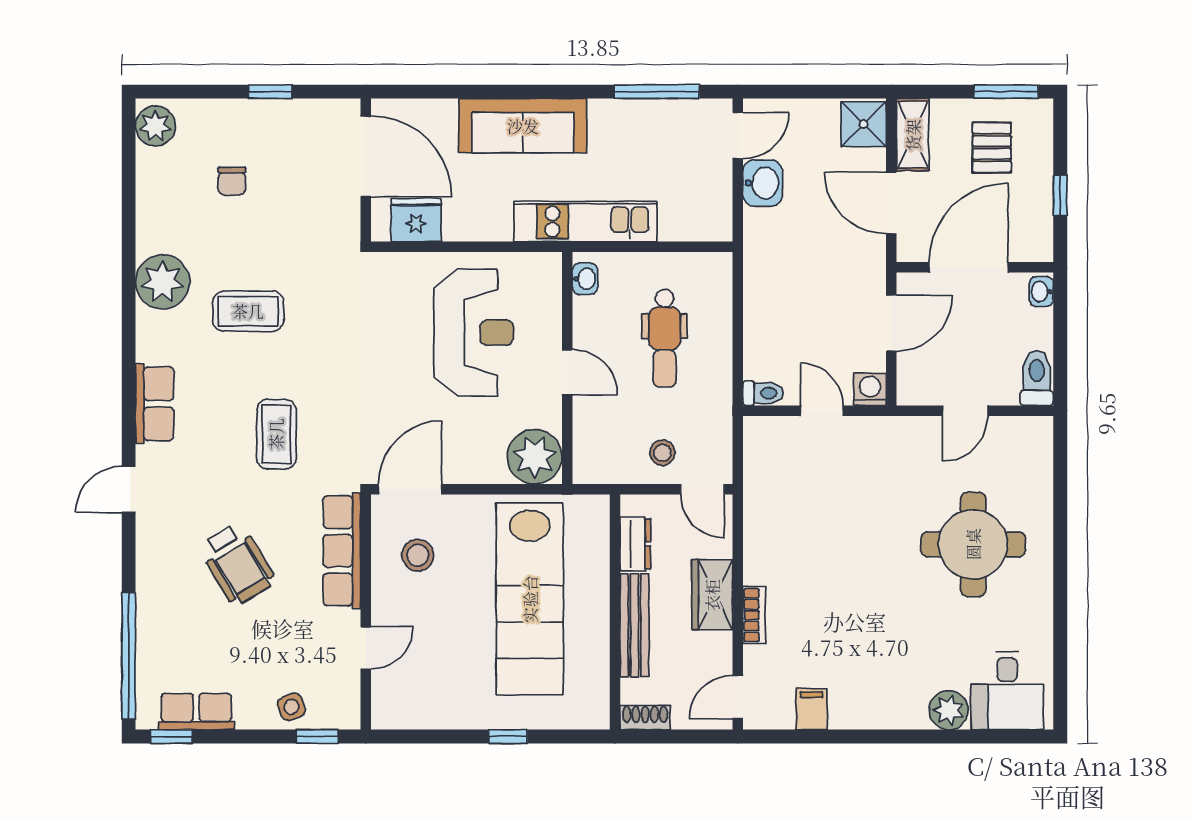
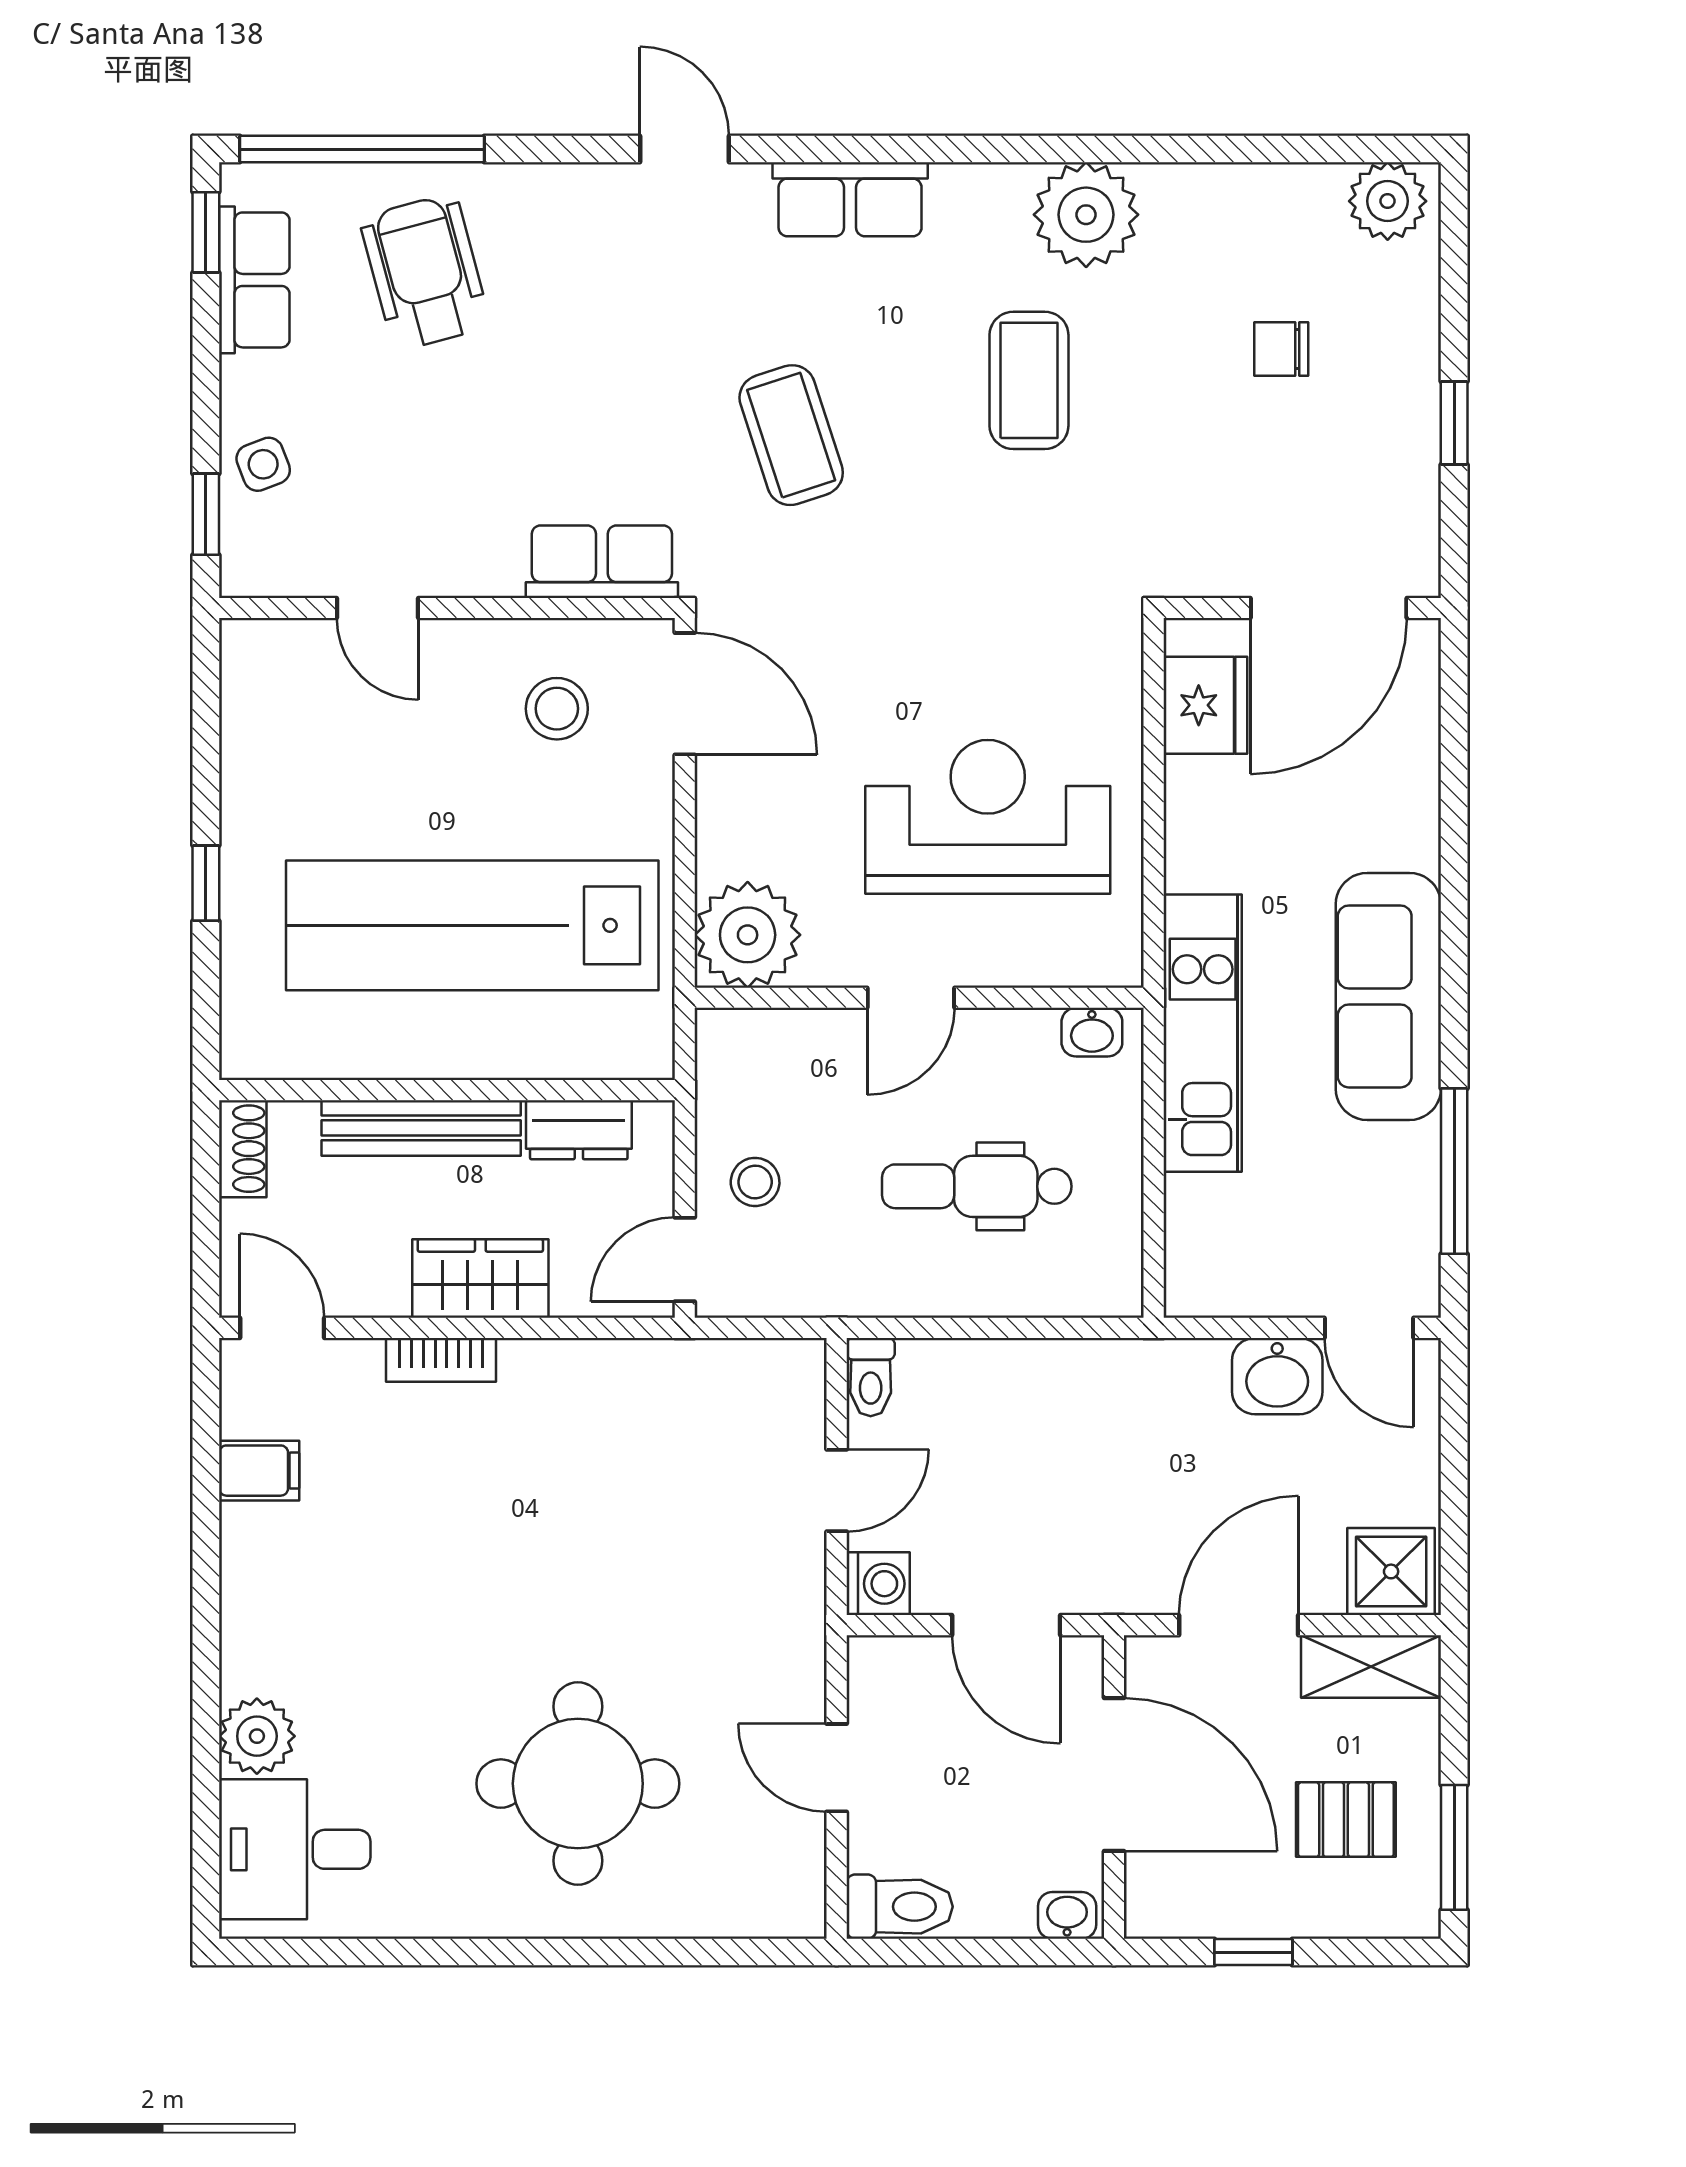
sofa: (523, 126) -> (1388, 996), moved
reception desk: (474, 333) -> (988, 817), turned 180
coffee table: (276, 434) -> (791, 435), turned 72
row of seats: (342, 551) -> (602, 562), width x0.68
wheelchair: (237, 564) -> (425, 272), moved, turned 106

